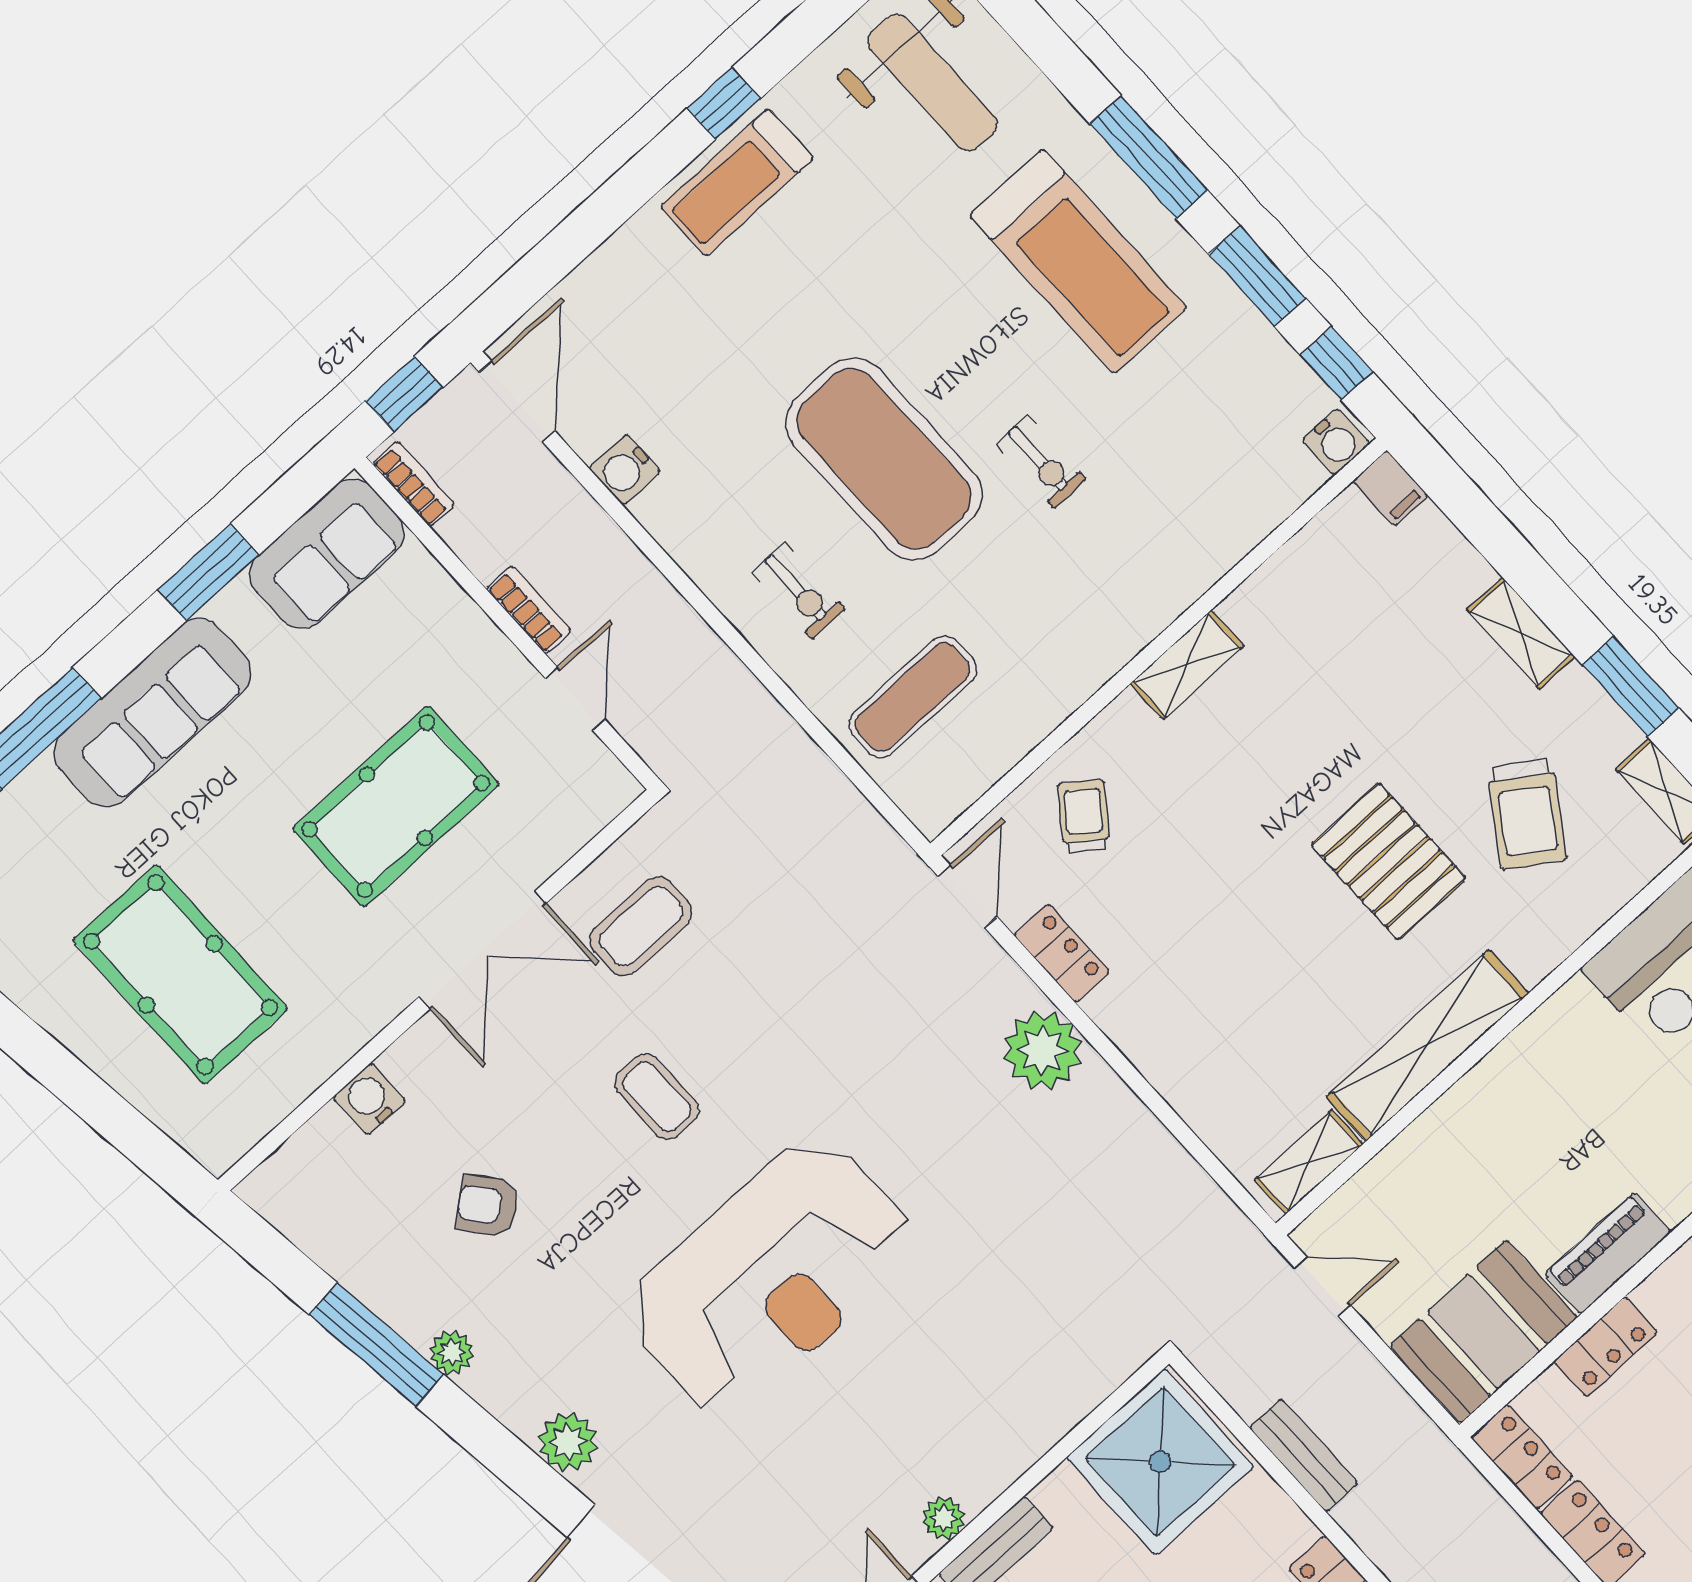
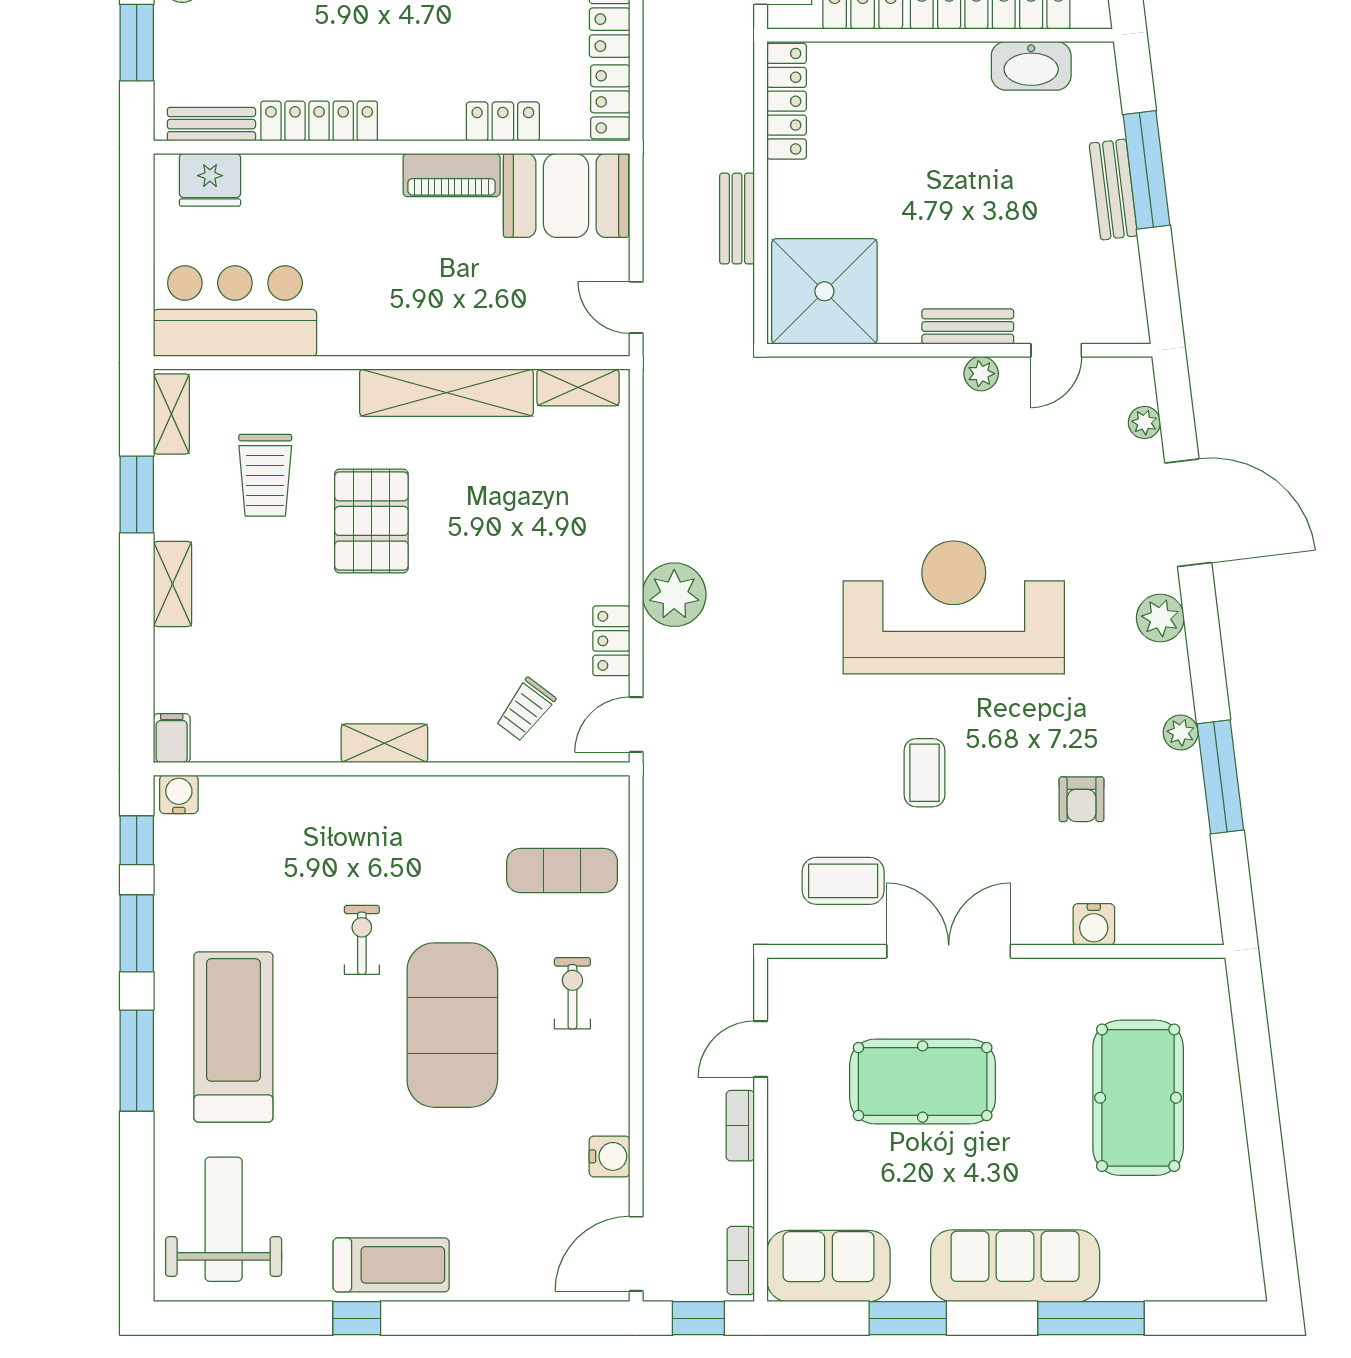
trolley: (1527, 814) -> (265, 475), turned 146
armchair: (487, 1206) -> (1082, 799), turned 39

